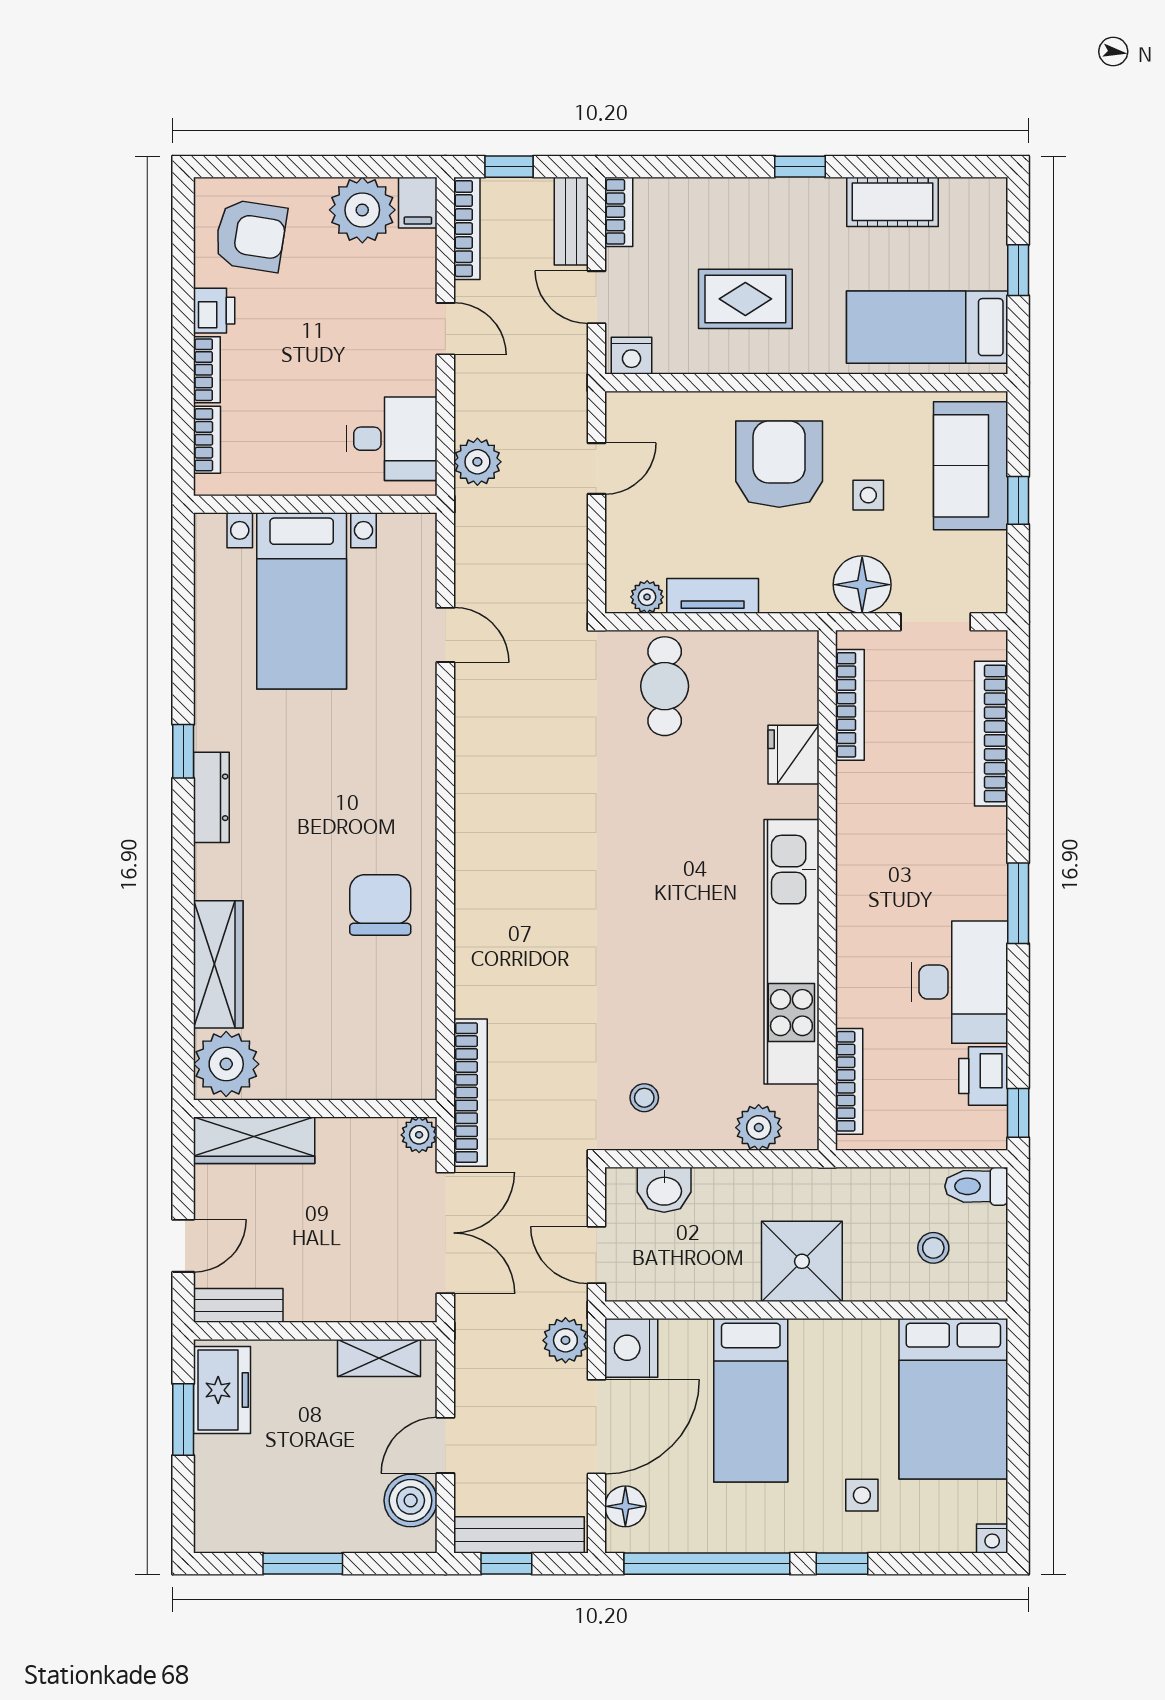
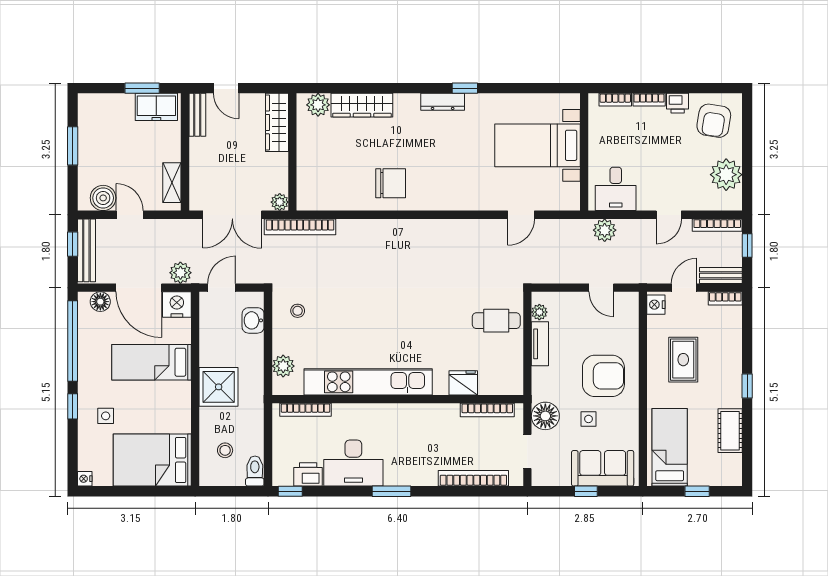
filing cabinet: (418, 203) -> (730, 201), removed
plant: (226, 1064) -> (318, 105), width x0.73, depth x0.73

